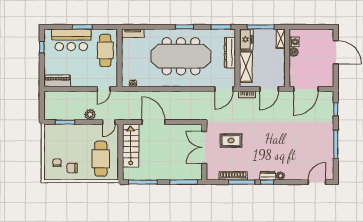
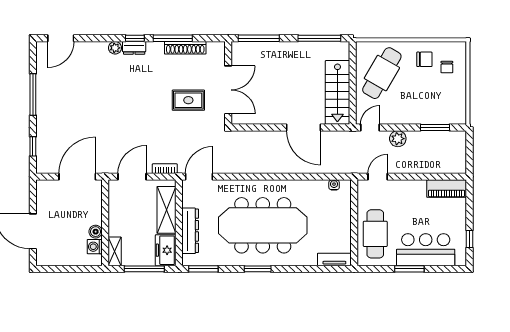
cafe table: (101, 159) -> (382, 73), turned 30

